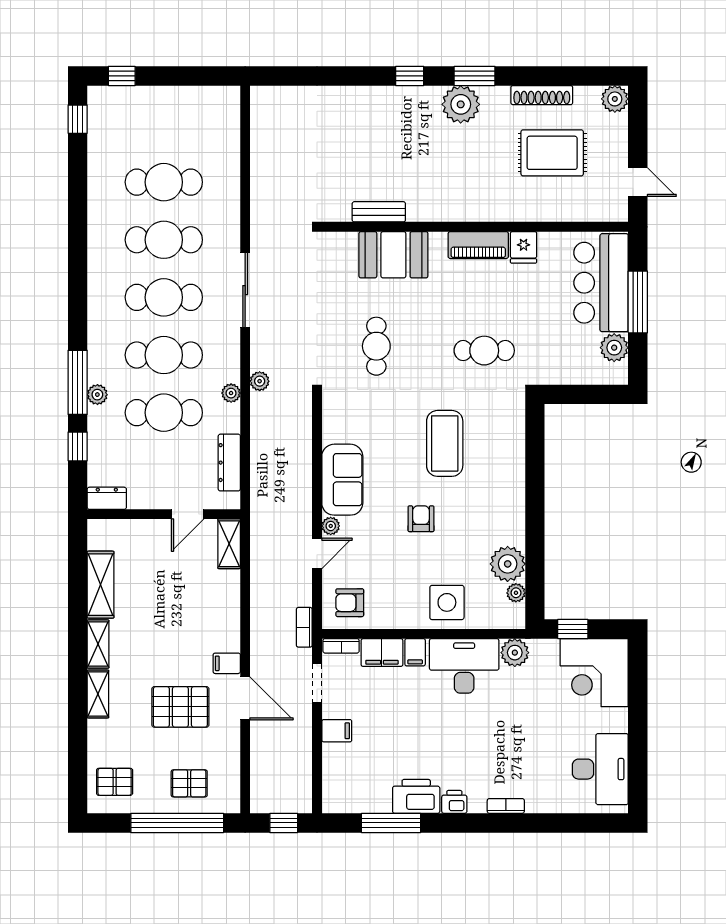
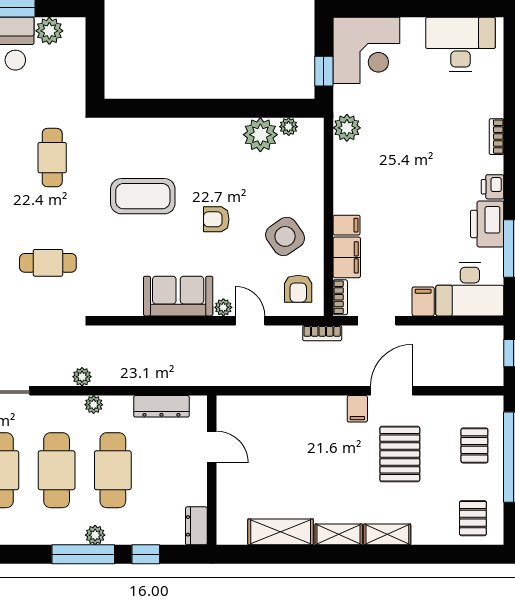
shelving: (229, 544) -> (241, 406), removed
side table: (447, 602) -> (285, 236), moved, turned -35
desk: (464, 666) -> (470, 289), moved, turned -90

